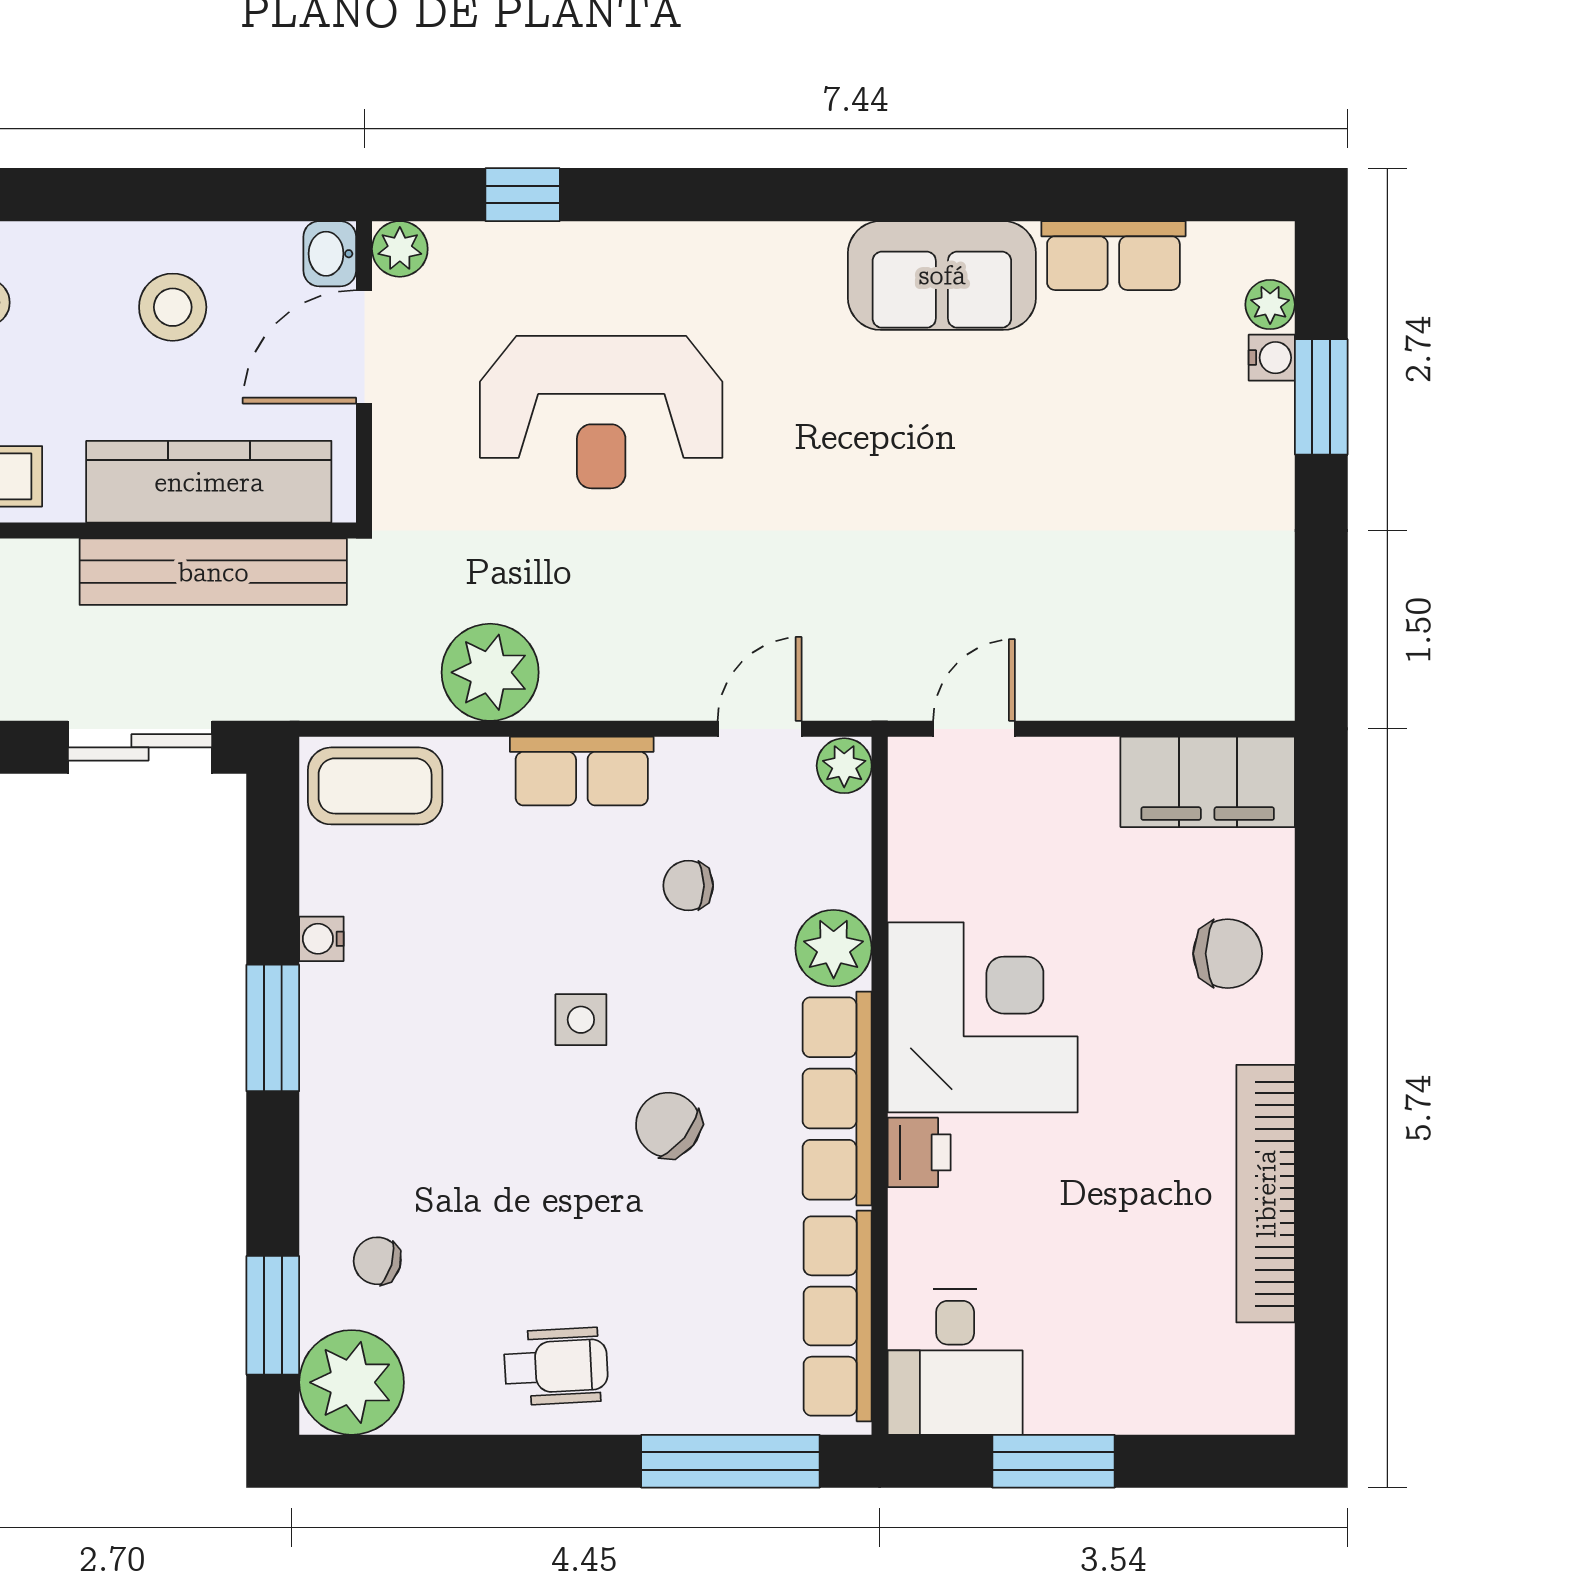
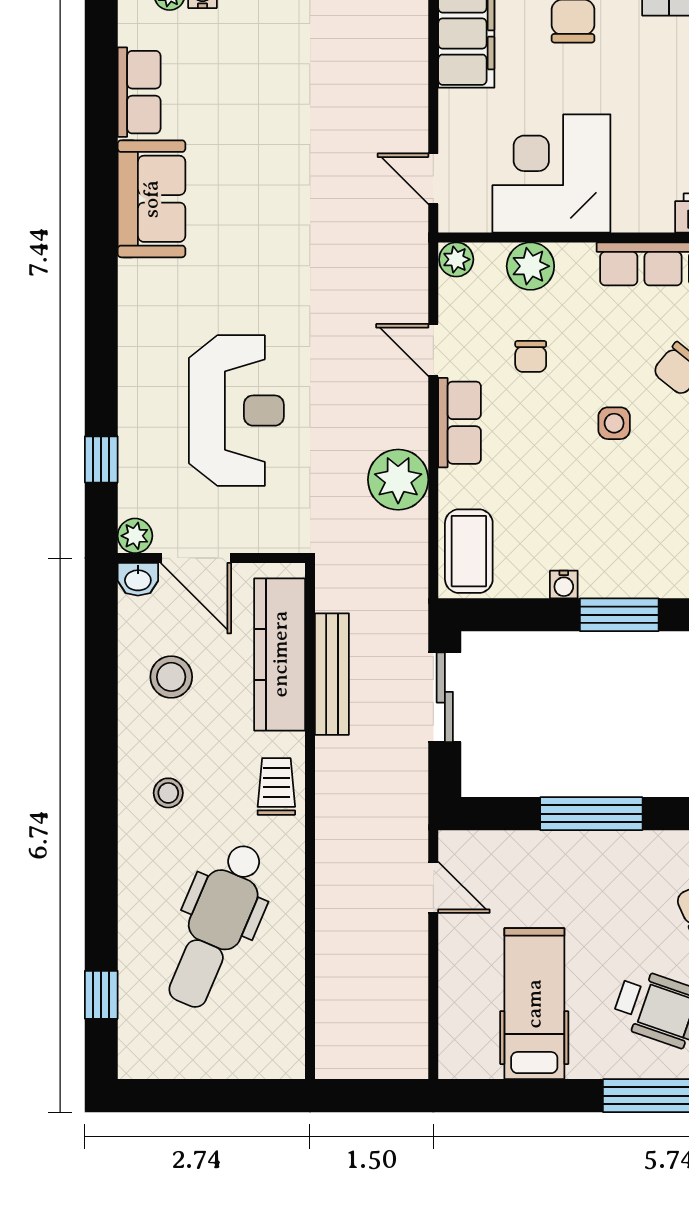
bench: (213, 572) -> (332, 674), width x0.73, depth x0.82
door: (760, 729) -> (433, 350), moved
plant: (834, 948) -> (530, 266), moved
corner desk: (983, 1017) -> (551, 173), moved

